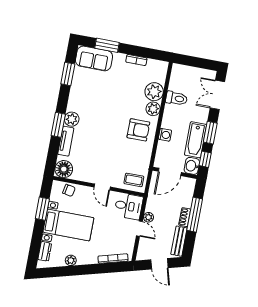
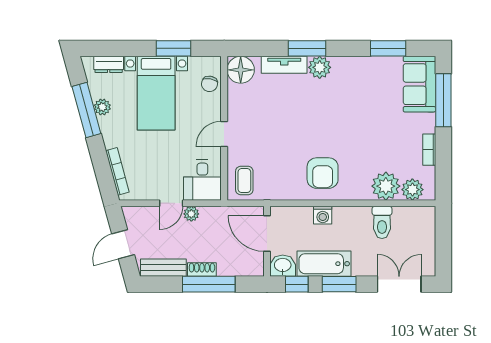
window: (107, 45) -> (443, 100), width x1.44
plant: (153, 109) -> (412, 190), moved
window: (71, 271) -> (86, 110), added

